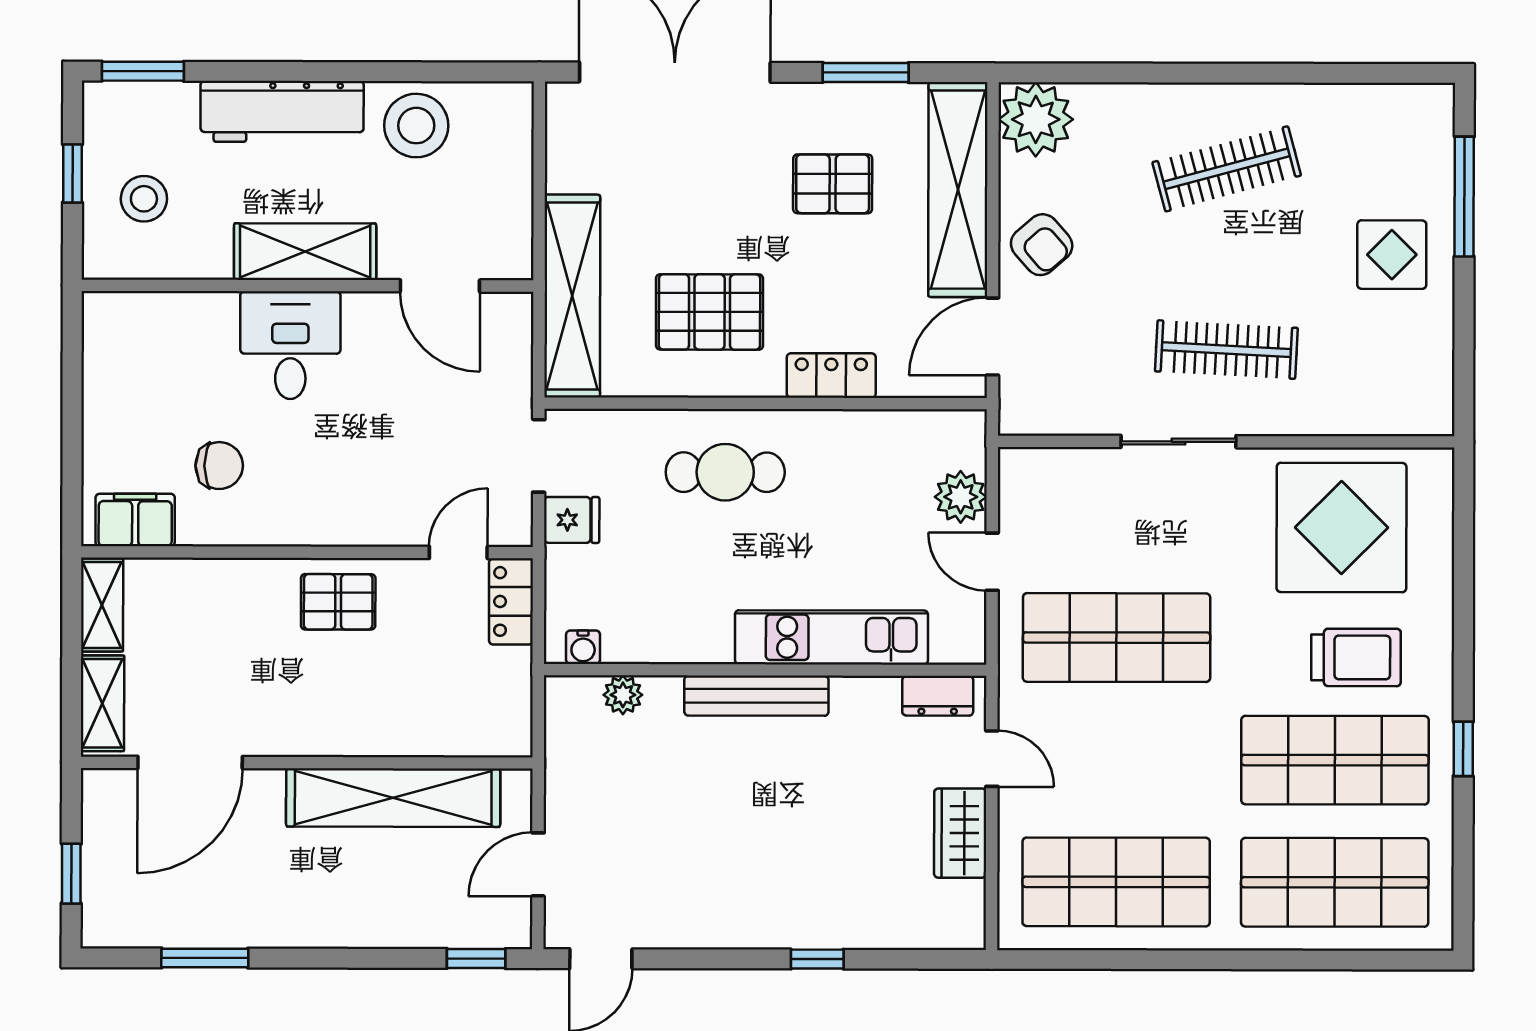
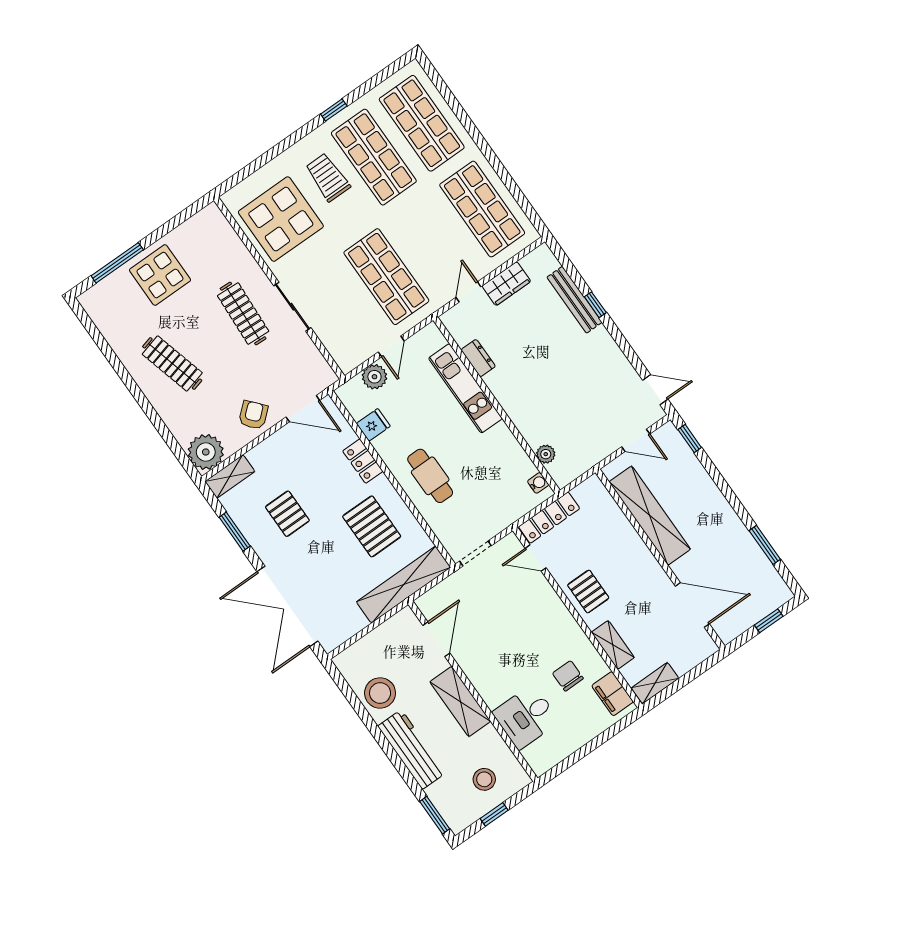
shelving: (958, 190) -> (230, 476), width x0.45, depth x0.75
display table: (1392, 255) -> (160, 275), width x1.36, depth x1.36
desk: (290, 345) -> (526, 717), moved
fridge: (572, 520) -> (373, 425), moved, turned 90
locker: (511, 601) -> (549, 518), width x1.53
bench: (756, 696) -> (574, 300), moved
dresser: (938, 696) -> (478, 358), moved
shelving: (102, 703) -> (613, 645), moved, turned 90

